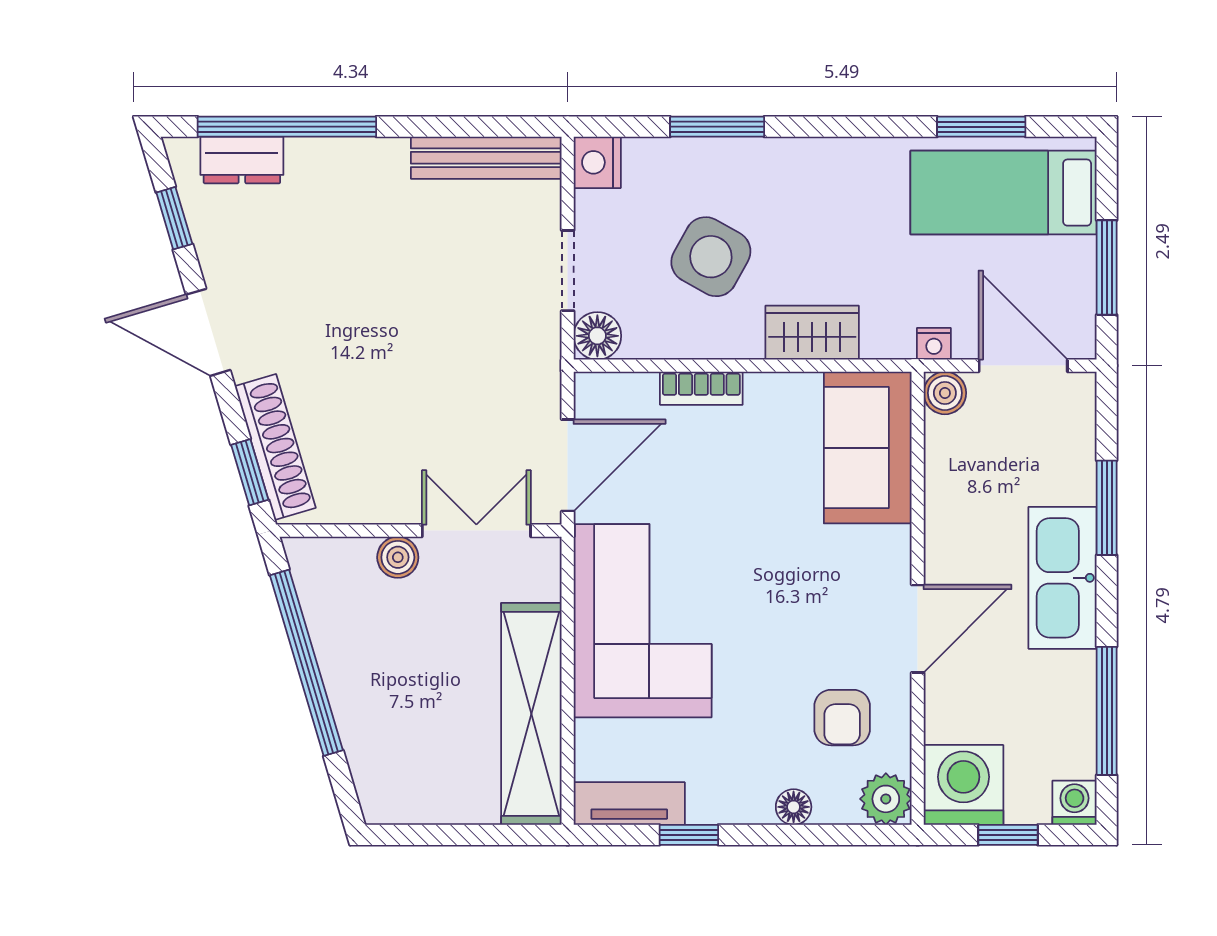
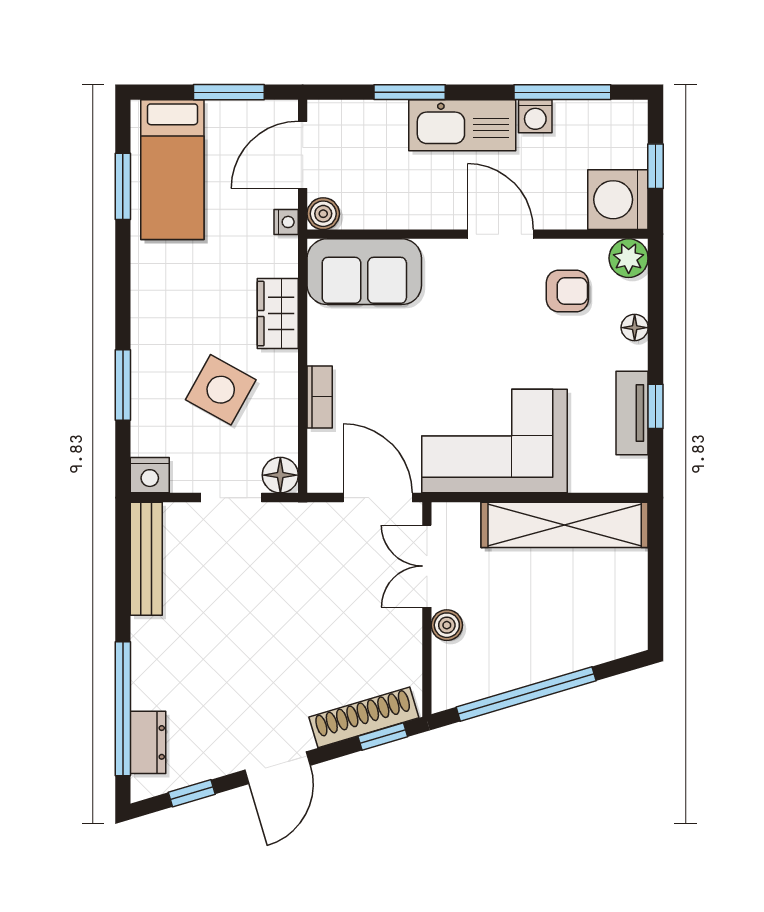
washing machine: (1075, 803) -> (535, 116), moved, turned -90
tv unit: (629, 804) -> (632, 413), moved

